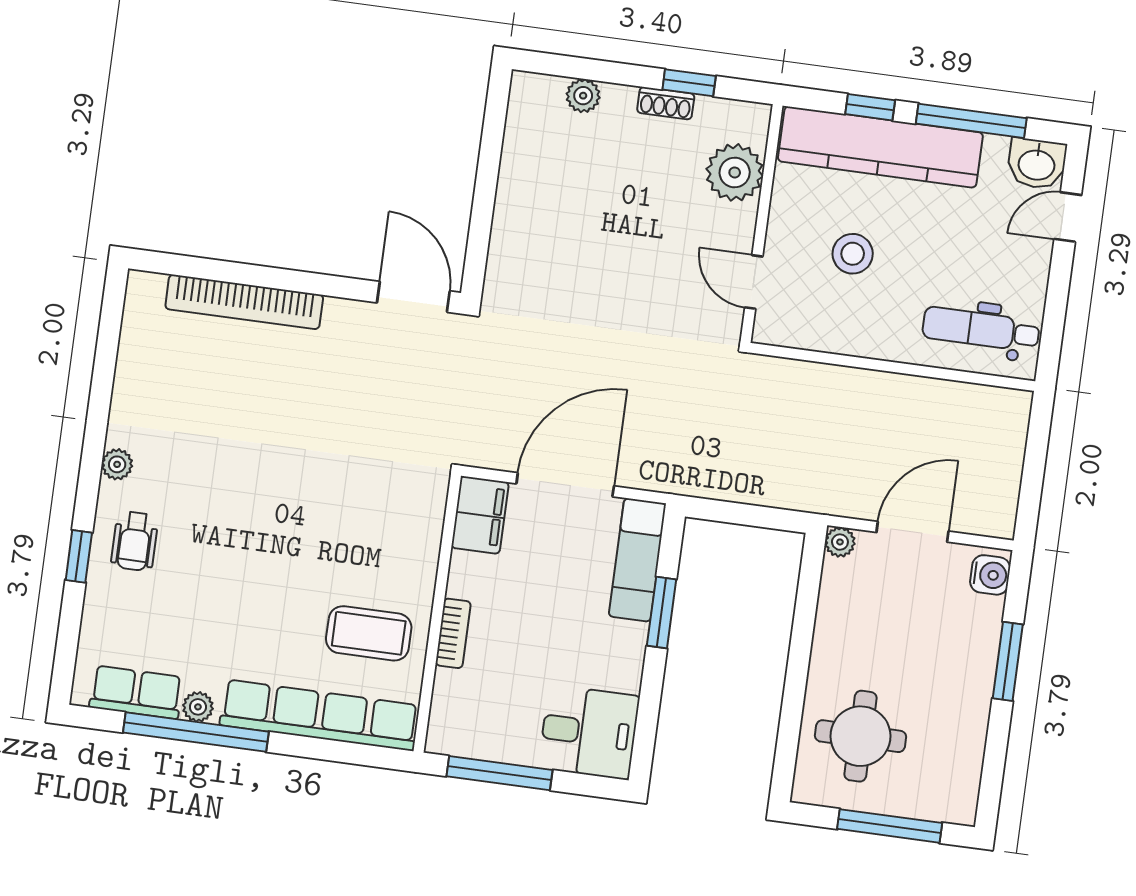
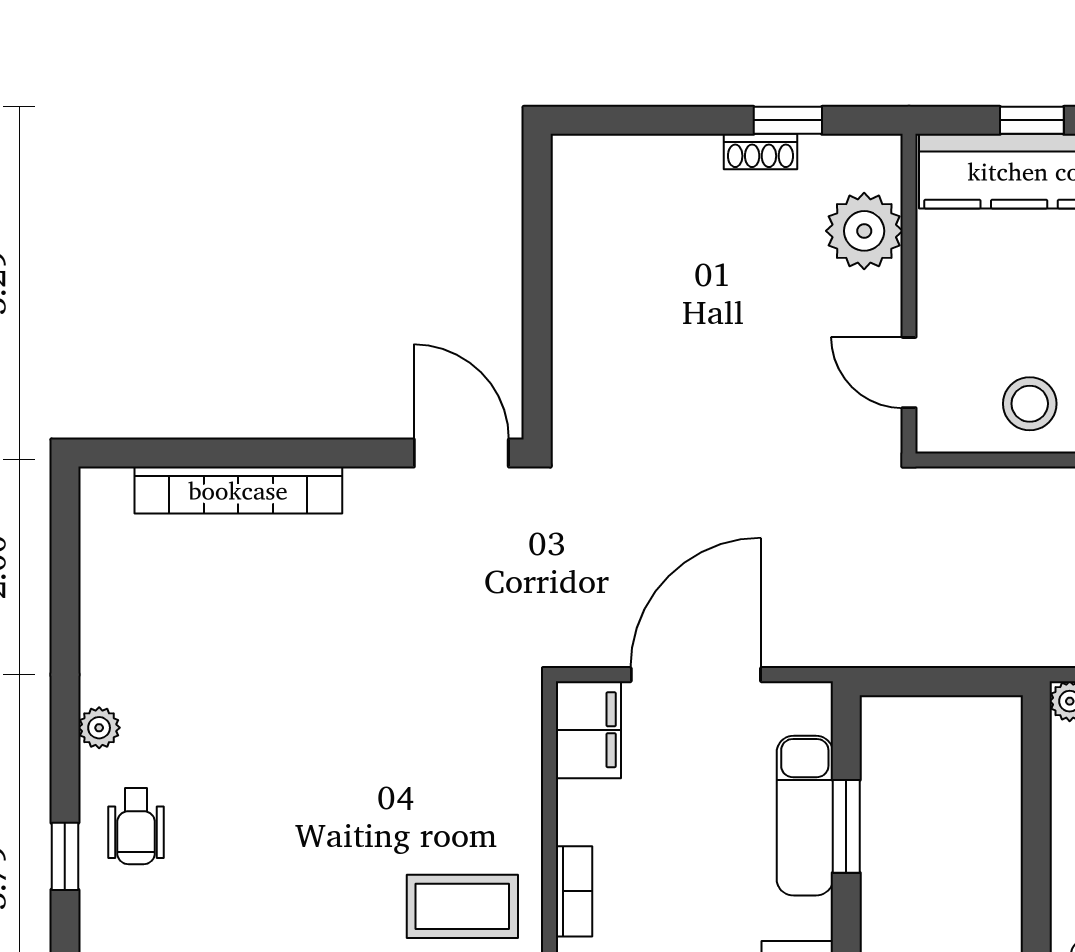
plant: (583, 96) -> (650, 156), removed
stool: (853, 254) -> (1030, 404), moved
exam couch: (637, 560) -> (805, 816), moved

